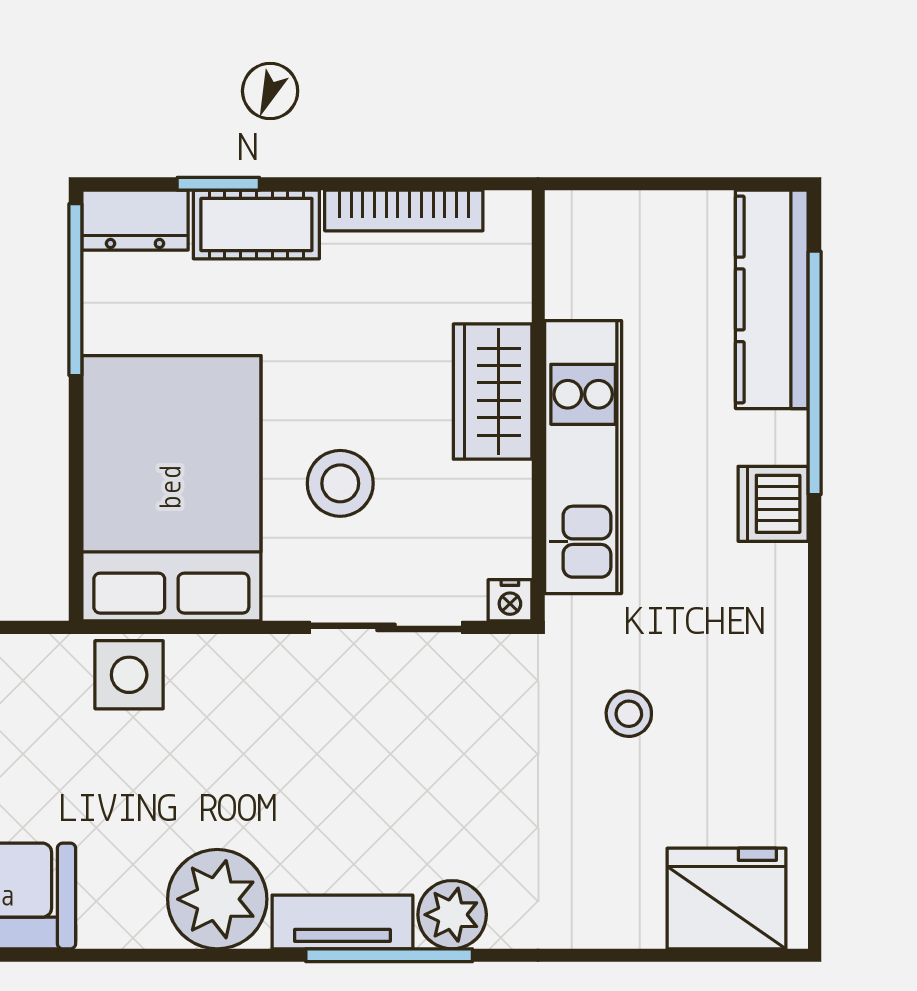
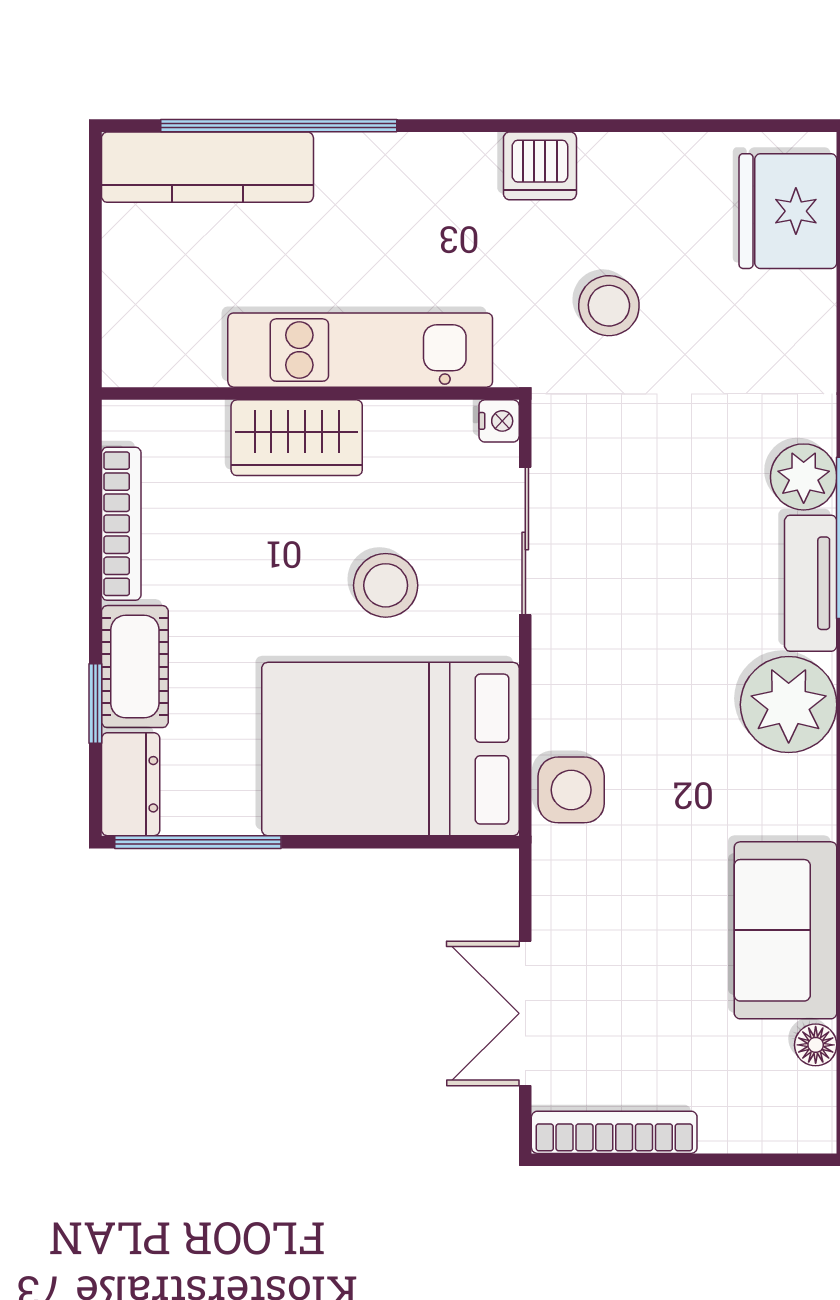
dishwasher: (773, 504) -> (540, 166), moved
stool: (629, 714) -> (609, 306), width x1.37, depth x1.37

